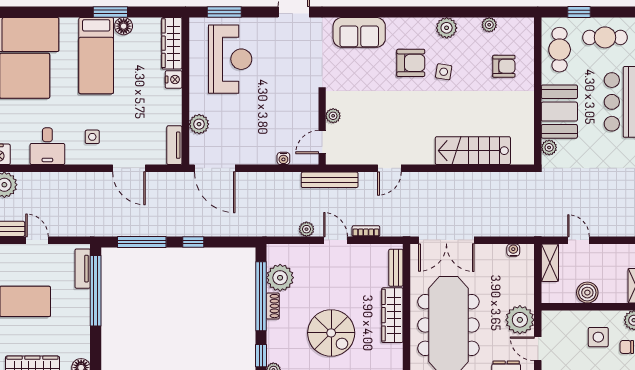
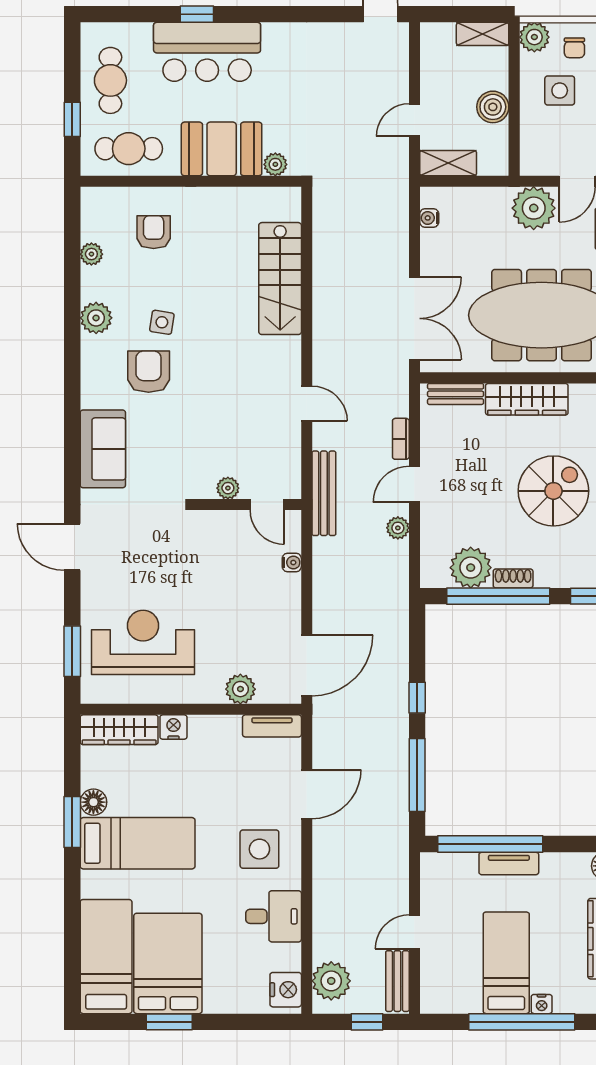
side table: (92, 137) -> (259, 849), width x1.87, depth x1.87
tv unit: (83, 269) -> (509, 863), moved

